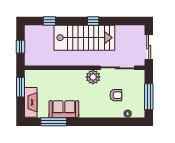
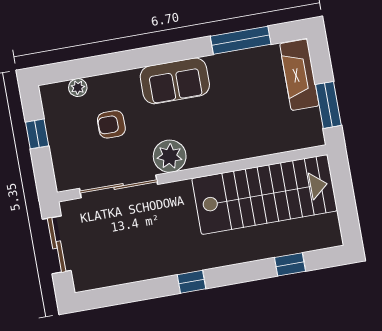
stairs: (84, 38) -> (265, 195), moved, turned 180
window: (21, 47) -> (344, 195), removed
window: (149, 97) -> (37, 134), width x0.46
sofa: (64, 109) -> (175, 81), moved

